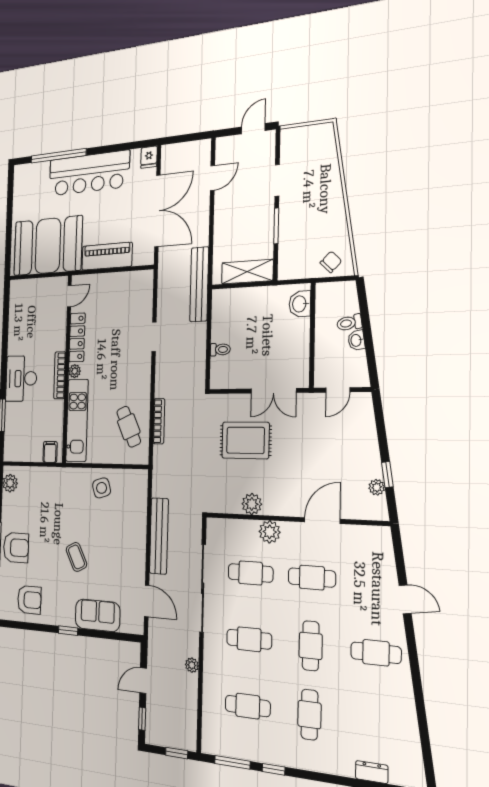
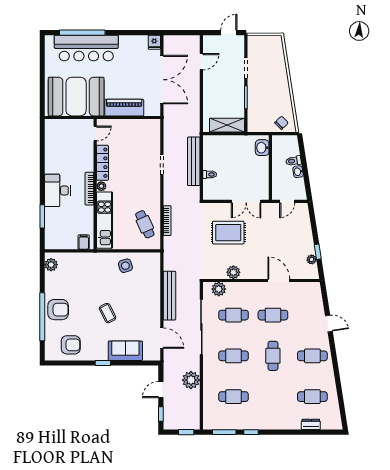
bar counter: (89, 173) -> (86, 48), moved
bench: (199, 284) -> (194, 161), moved
door: (322, 521) -> (279, 281), hinge flipped
plant: (270, 532) -> (219, 289), moved
plant: (192, 665) -> (191, 380), width x1.88, depth x1.88
cafe table: (309, 715) -> (312, 397), moved, turned 90

